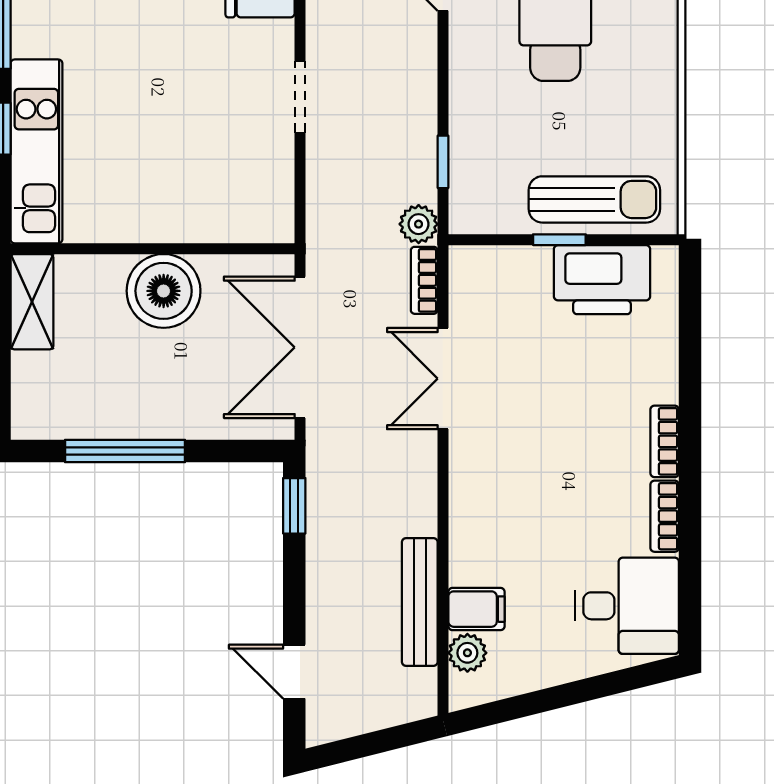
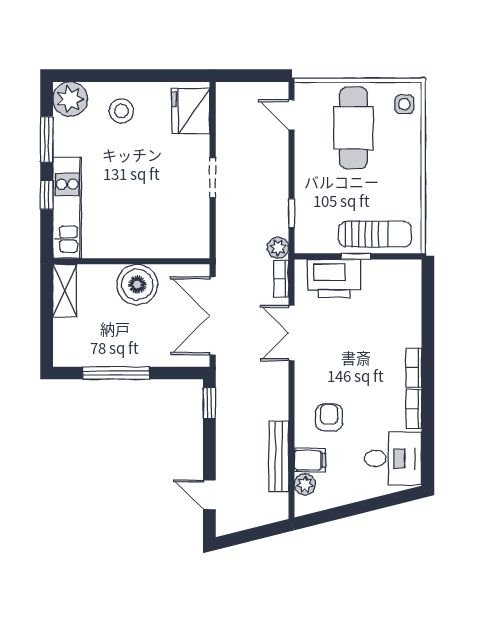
printer: (602, 280) -> (334, 278), moved
armchair: (511, 532) -> (329, 417), added

